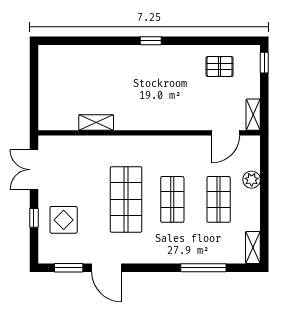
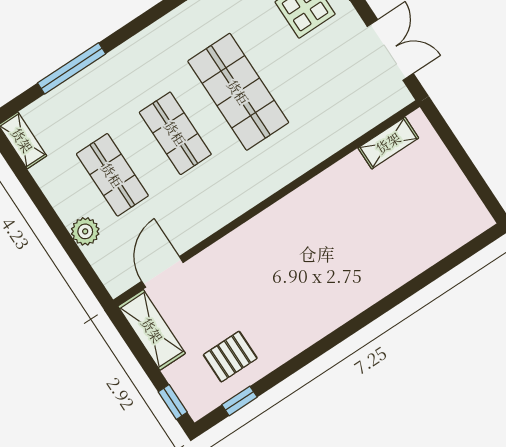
window: (151, 41) -> (240, 401), moved
shelving: (253, 115) -> (152, 330), width x1.50, depth x1.33
shelving: (96, 123) -> (388, 143), moved

